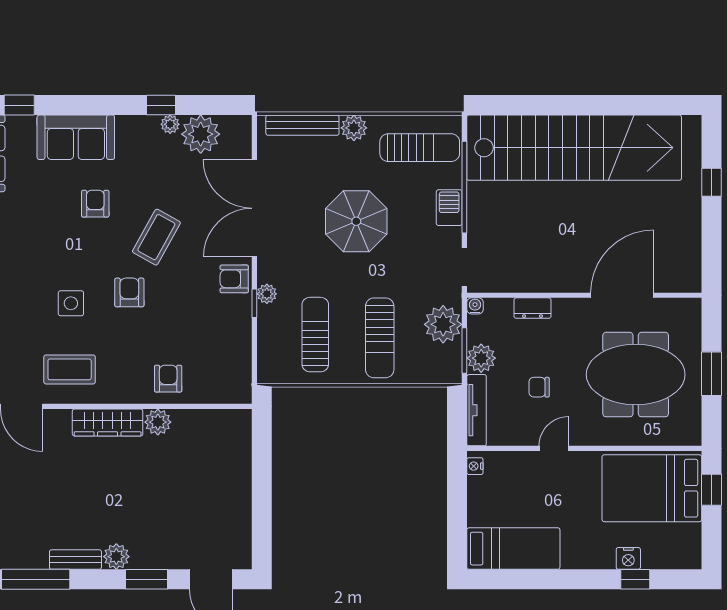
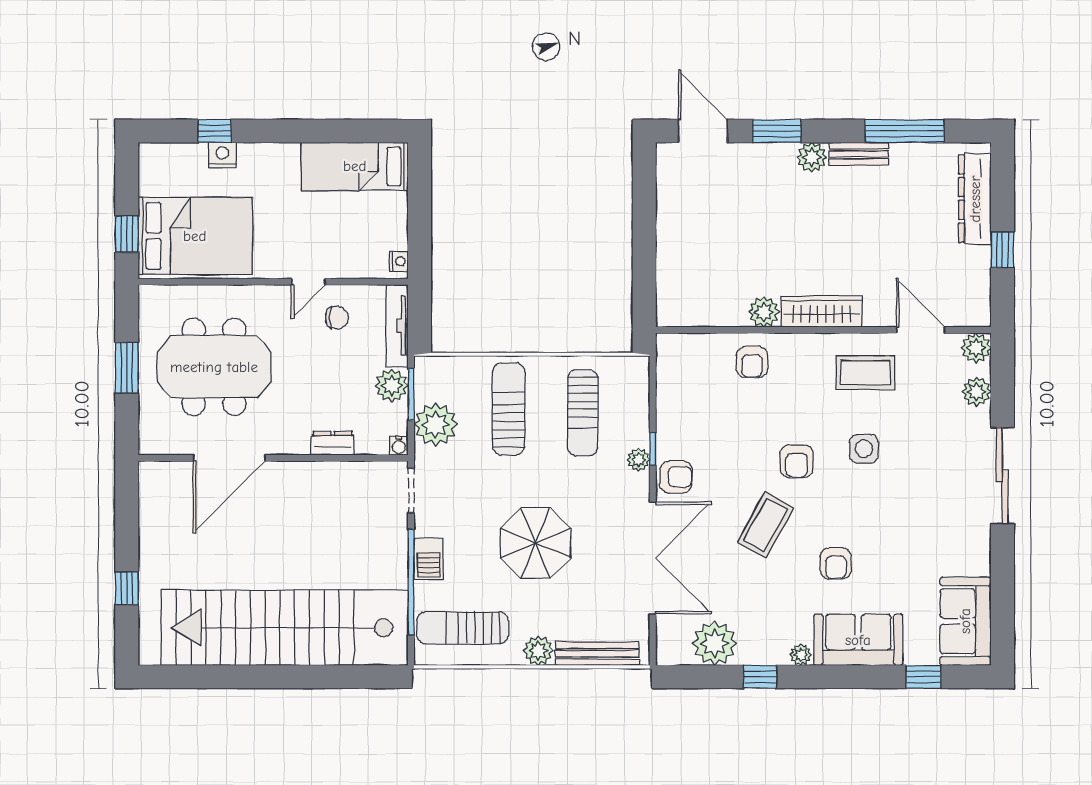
plant: (170, 124) -> (801, 655), moved
chair: (539, 387) -> (337, 318), moved

